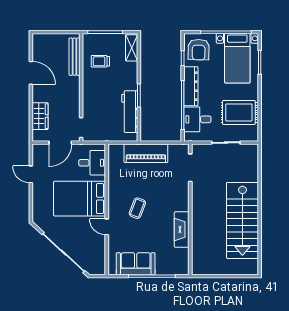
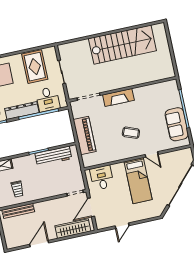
wardrobe: (40, 116) -> (73, 229), width x1.50
door: (60, 143) -> (91, 207), swing flipped
bed: (80, 199) -> (138, 181), width x0.67
door: (107, 227) -> (152, 154), hinge flipped
fireplace: (182, 229) -> (118, 97), moved

